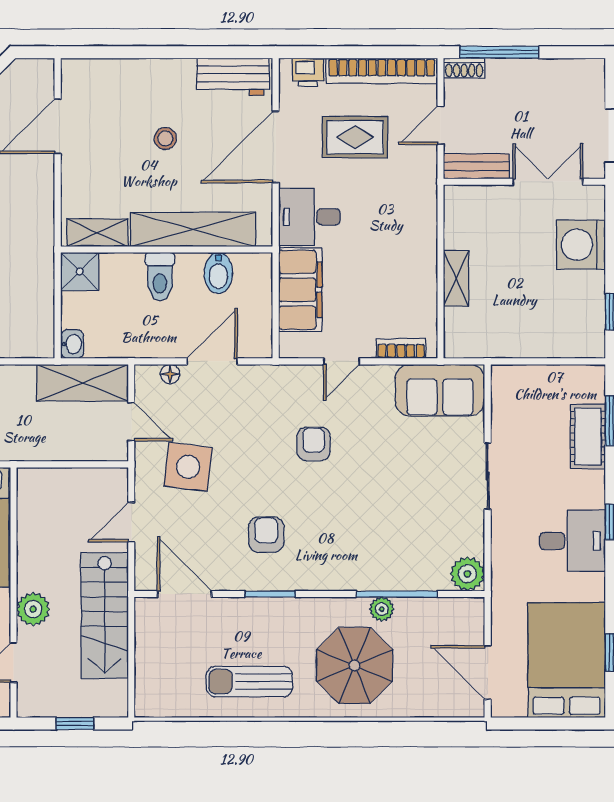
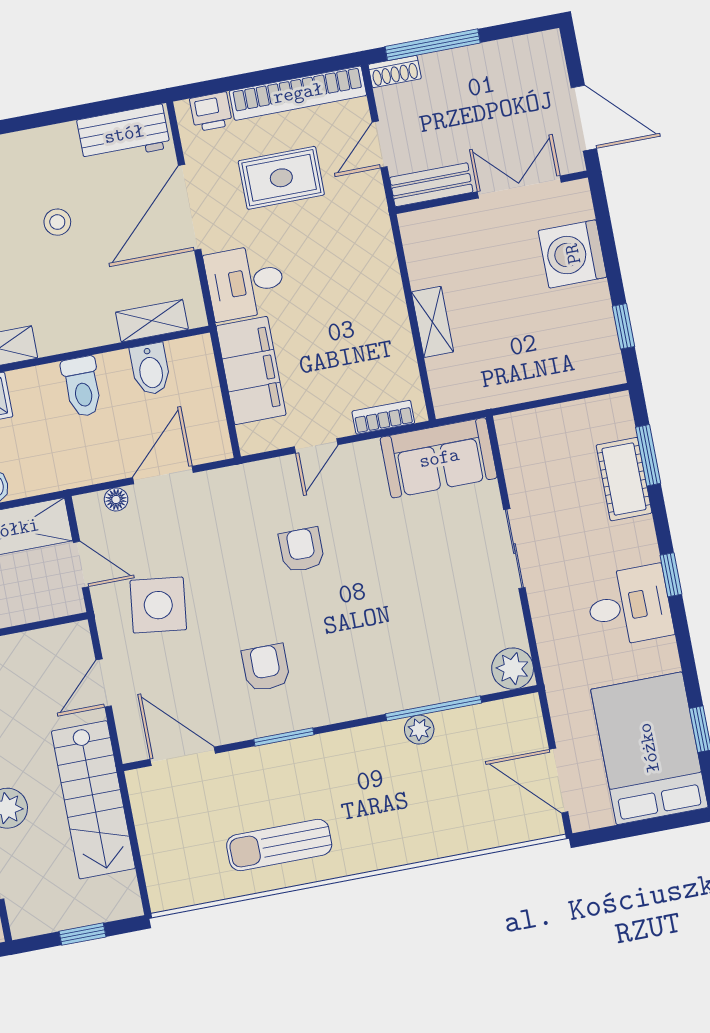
shelving: (193, 229) -> (152, 321), width x0.45, depth x0.75
parasol: (355, 665) -> (400, 802), removed

